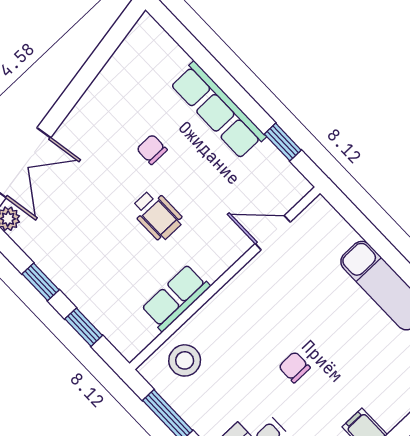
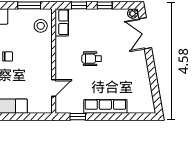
chair: (152, 149) -> (112, 76), removed
row of seats: (176, 298) -> (62, 22), moved

